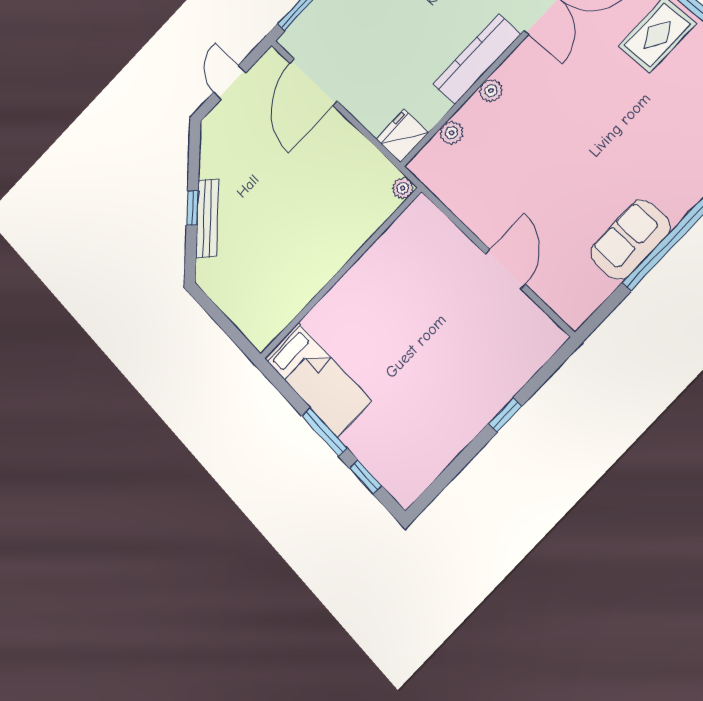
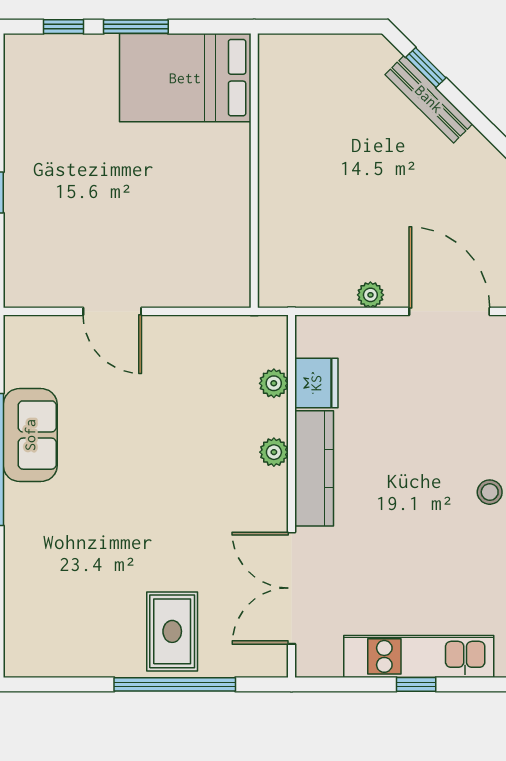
fridge: (402, 136) -> (316, 383), moved
plant: (403, 188) -> (370, 295), moved
window: (192, 208) -> (426, 67), moved
bed: (318, 379) -> (185, 78), width x1.50

